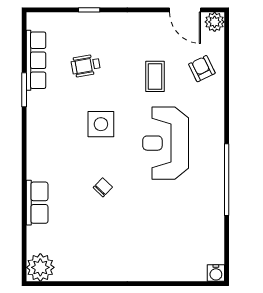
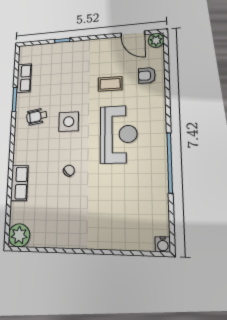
row of seats: (36, 60) -> (24, 78), width x0.68
wheelchair: (86, 66) -> (37, 117), moved
armchair: (202, 69) -> (147, 76), turned -64
coffee table: (155, 76) -> (110, 84), turned 90
reception desk: (166, 143) -> (119, 134), turned 180

